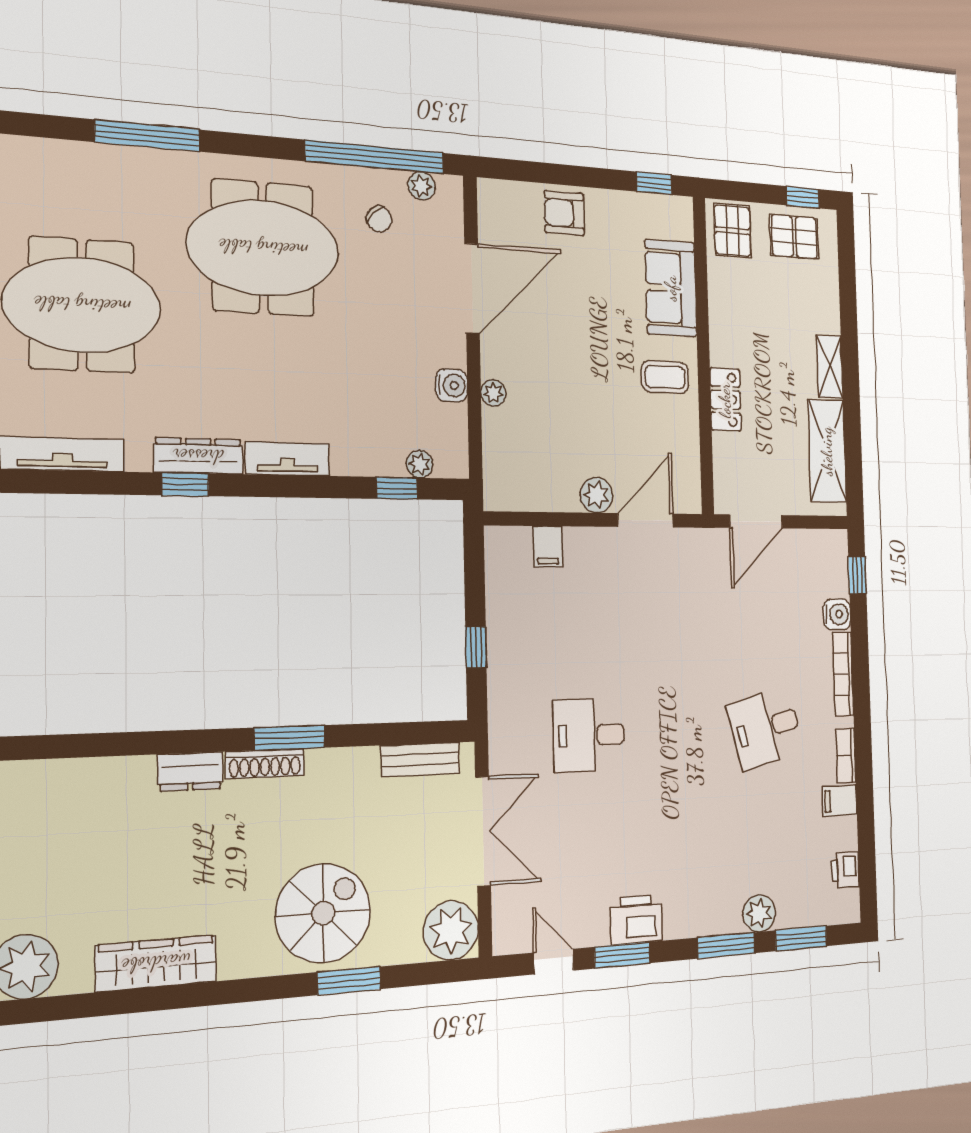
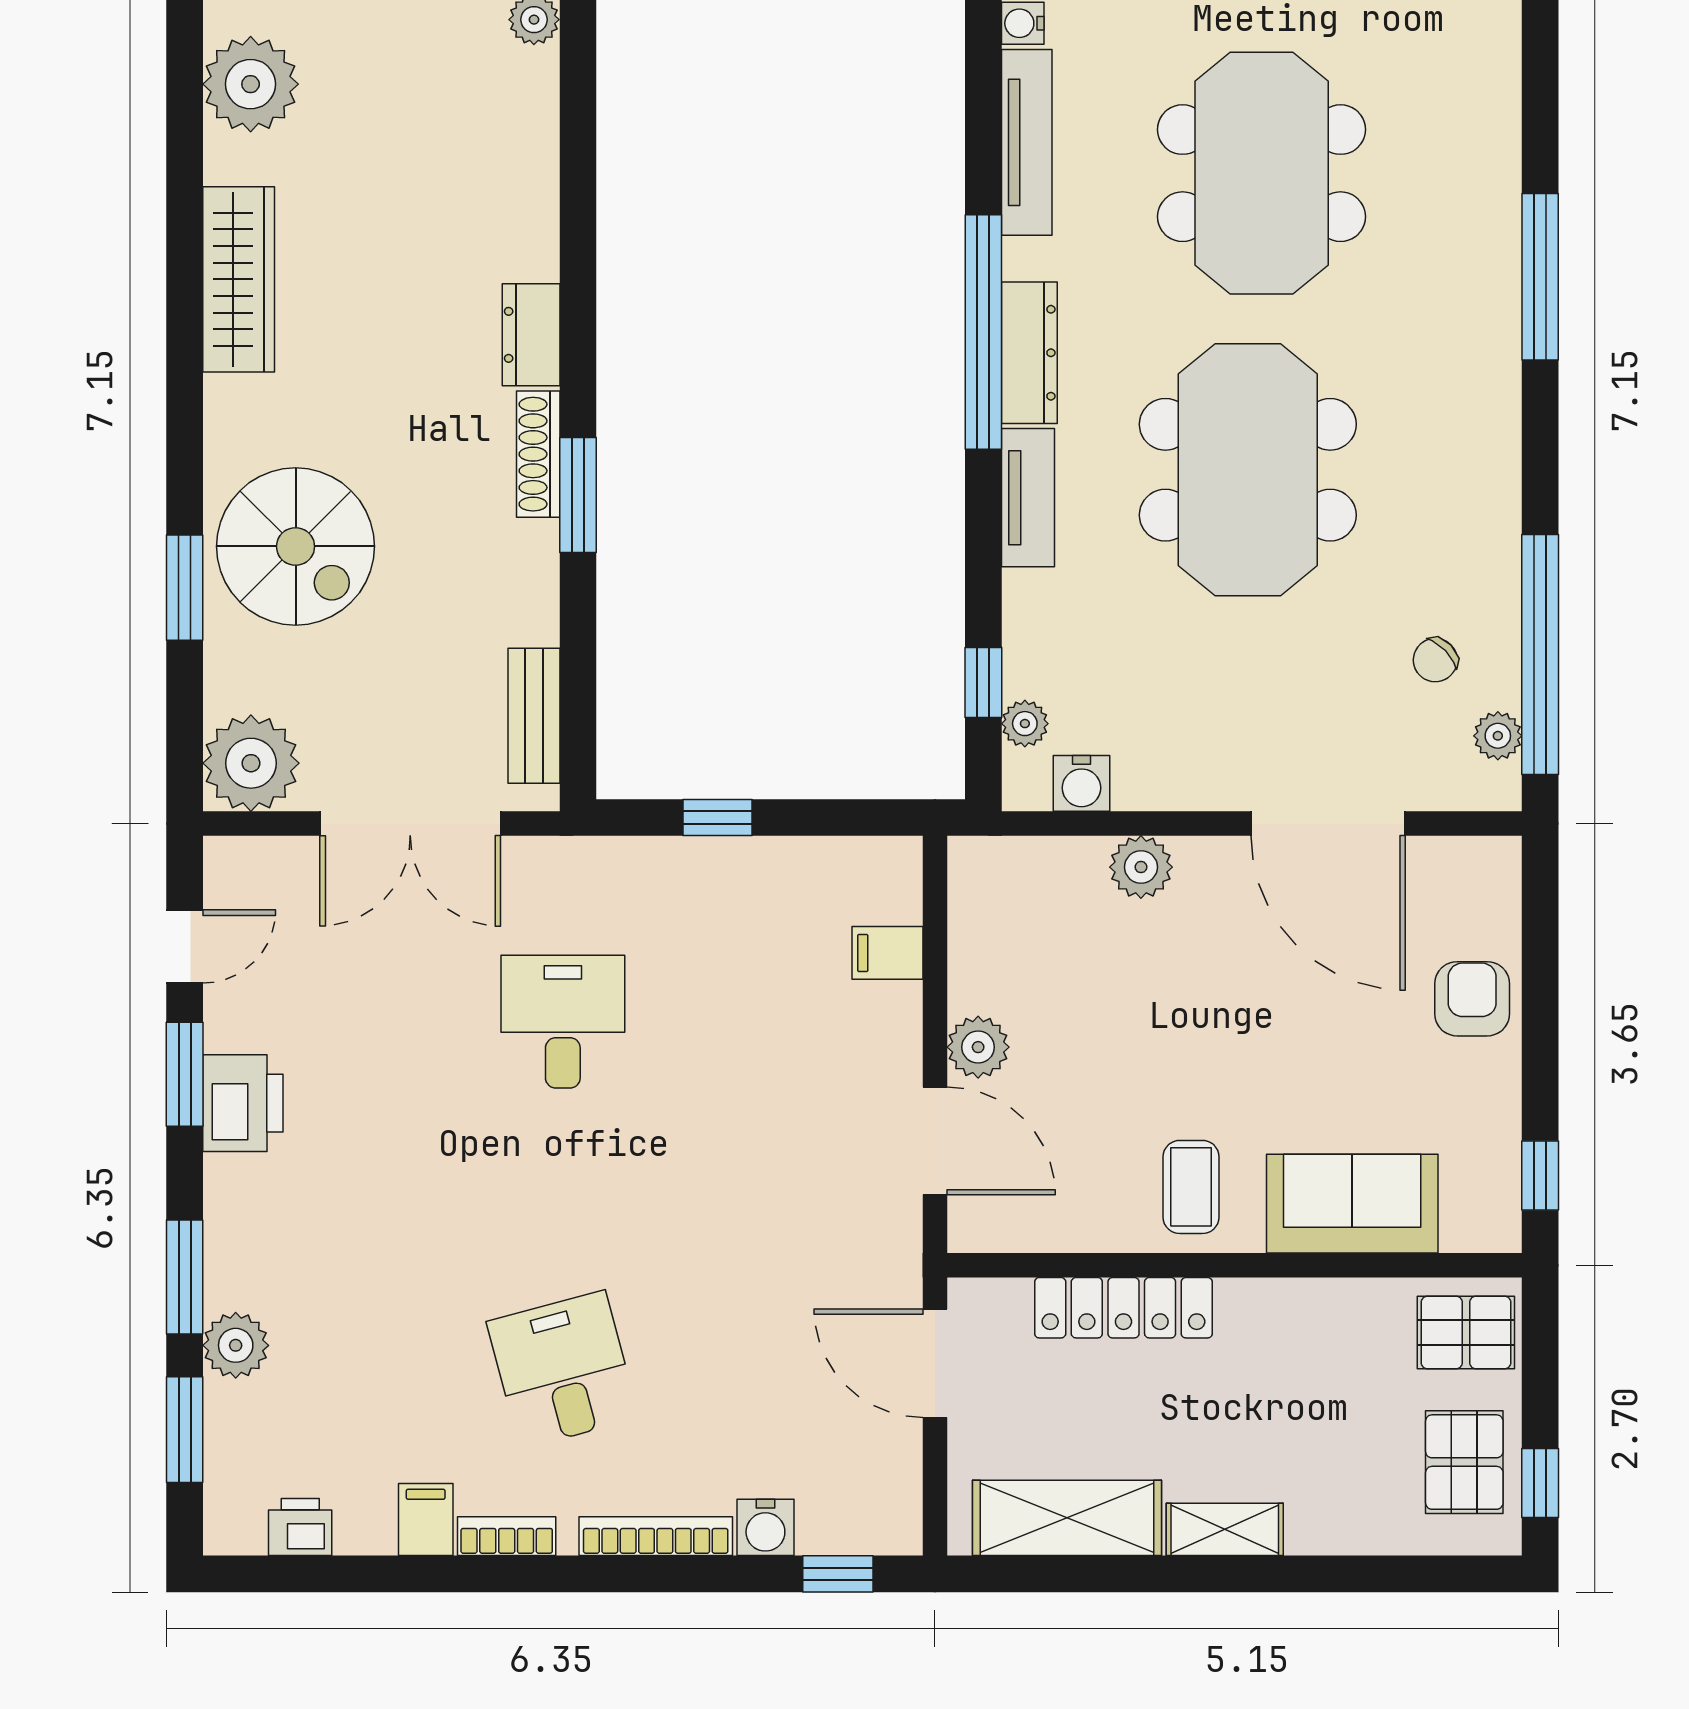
meeting table: (263, 248) -> (1248, 470), moved
water cooler: (452, 385) -> (1081, 783), moved
plant: (493, 393) -> (1141, 867), width x1.38, depth x1.38
locker: (725, 400) -> (1123, 1308), width x1.53
window: (186, 484) -> (983, 332), width x3.17

